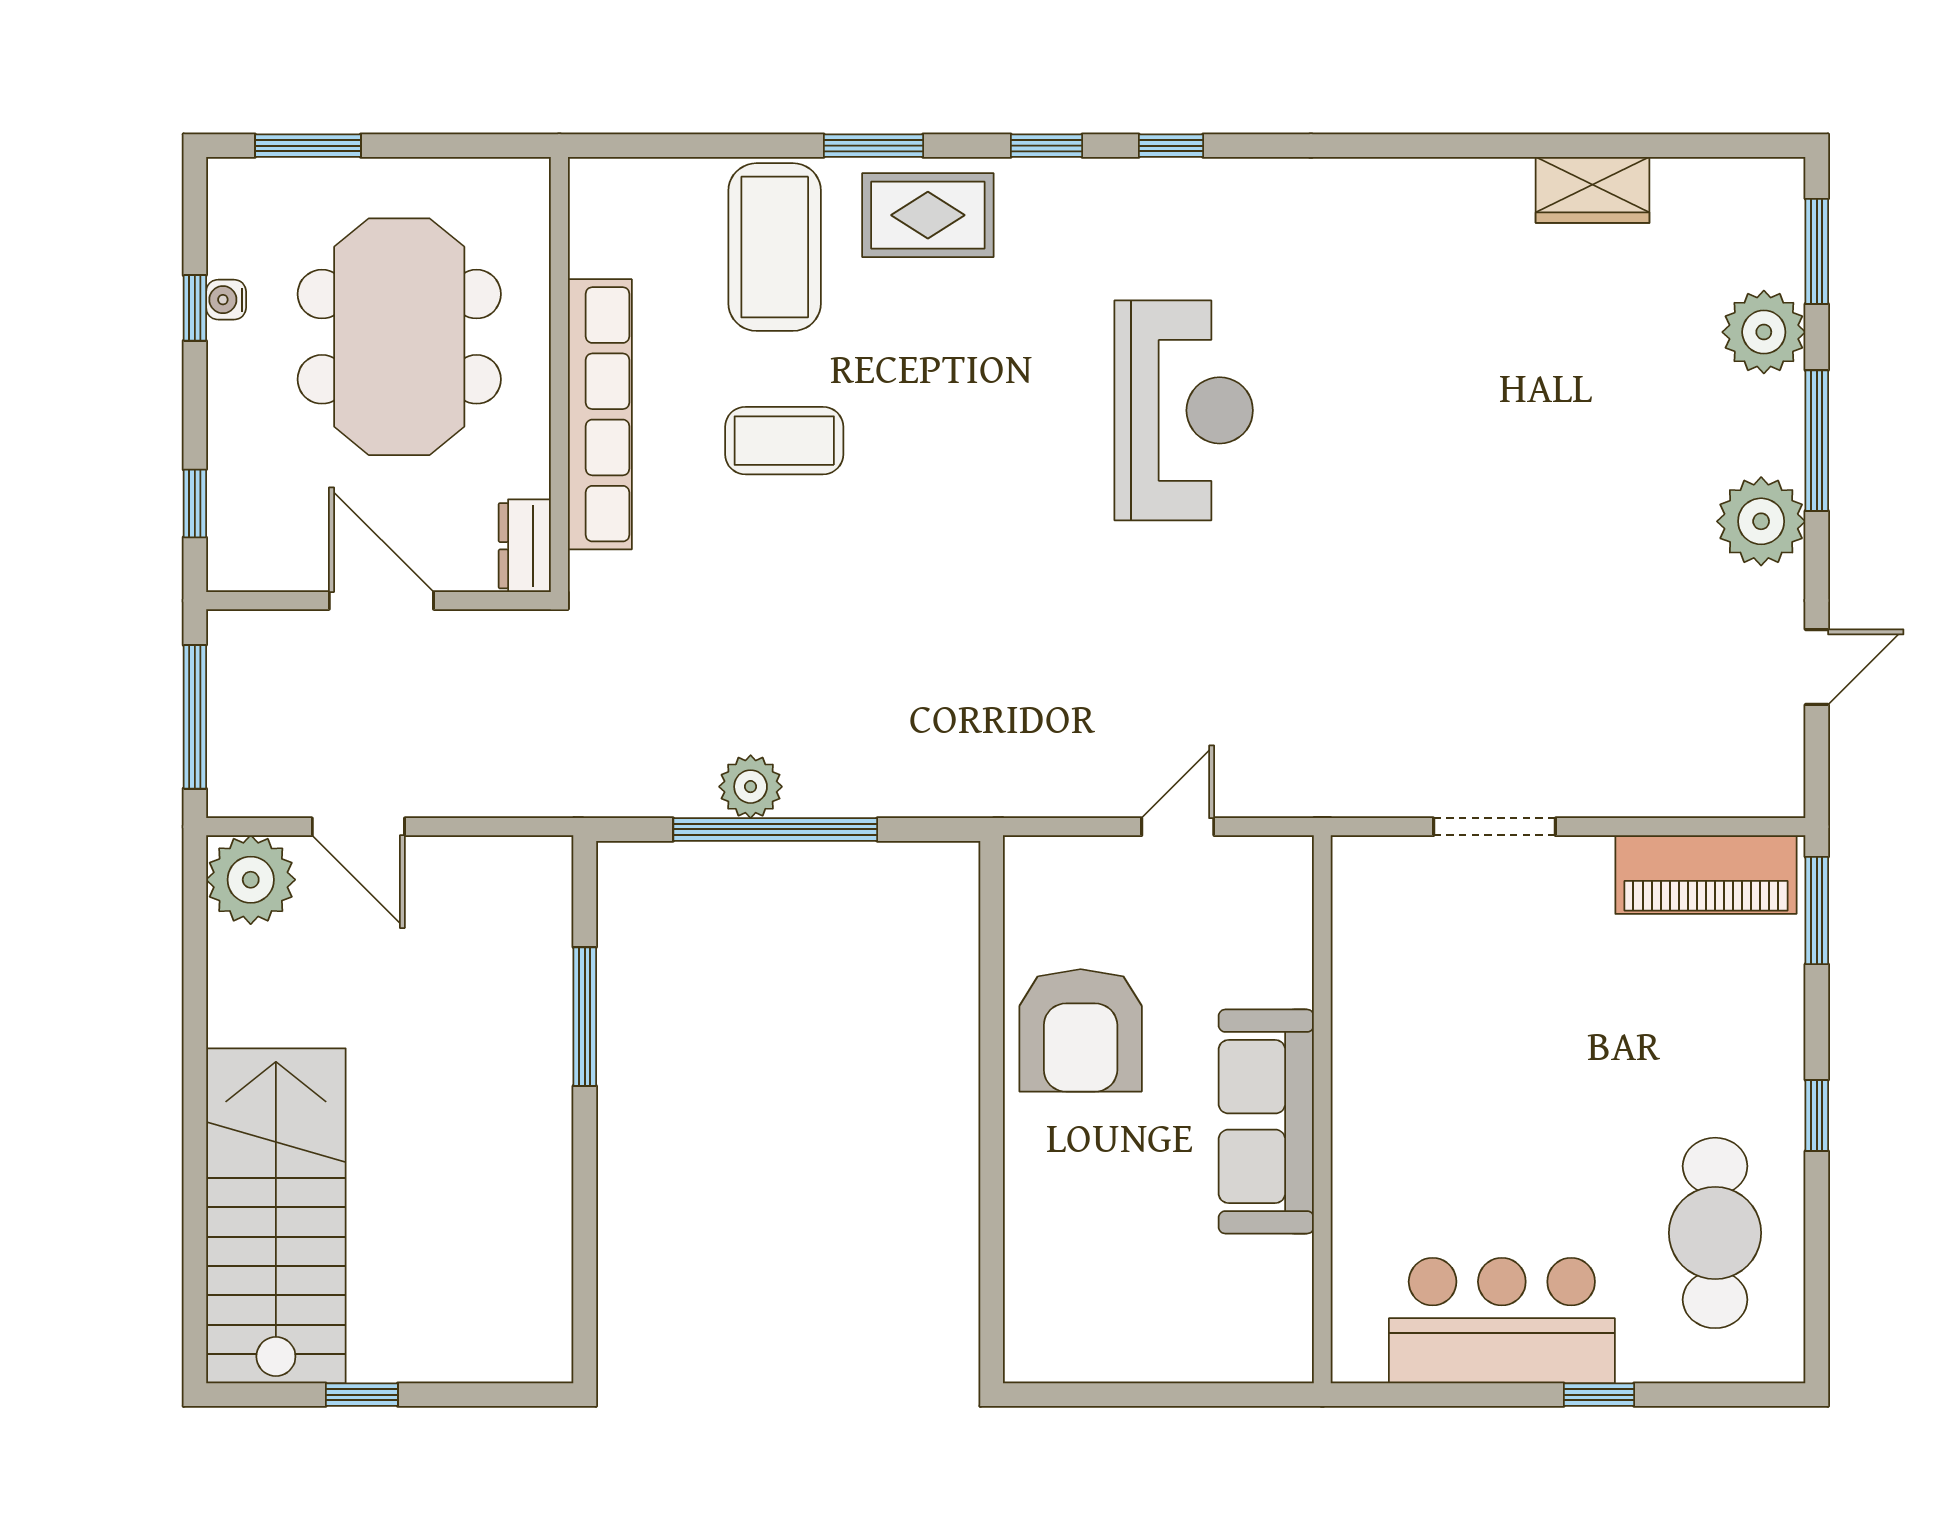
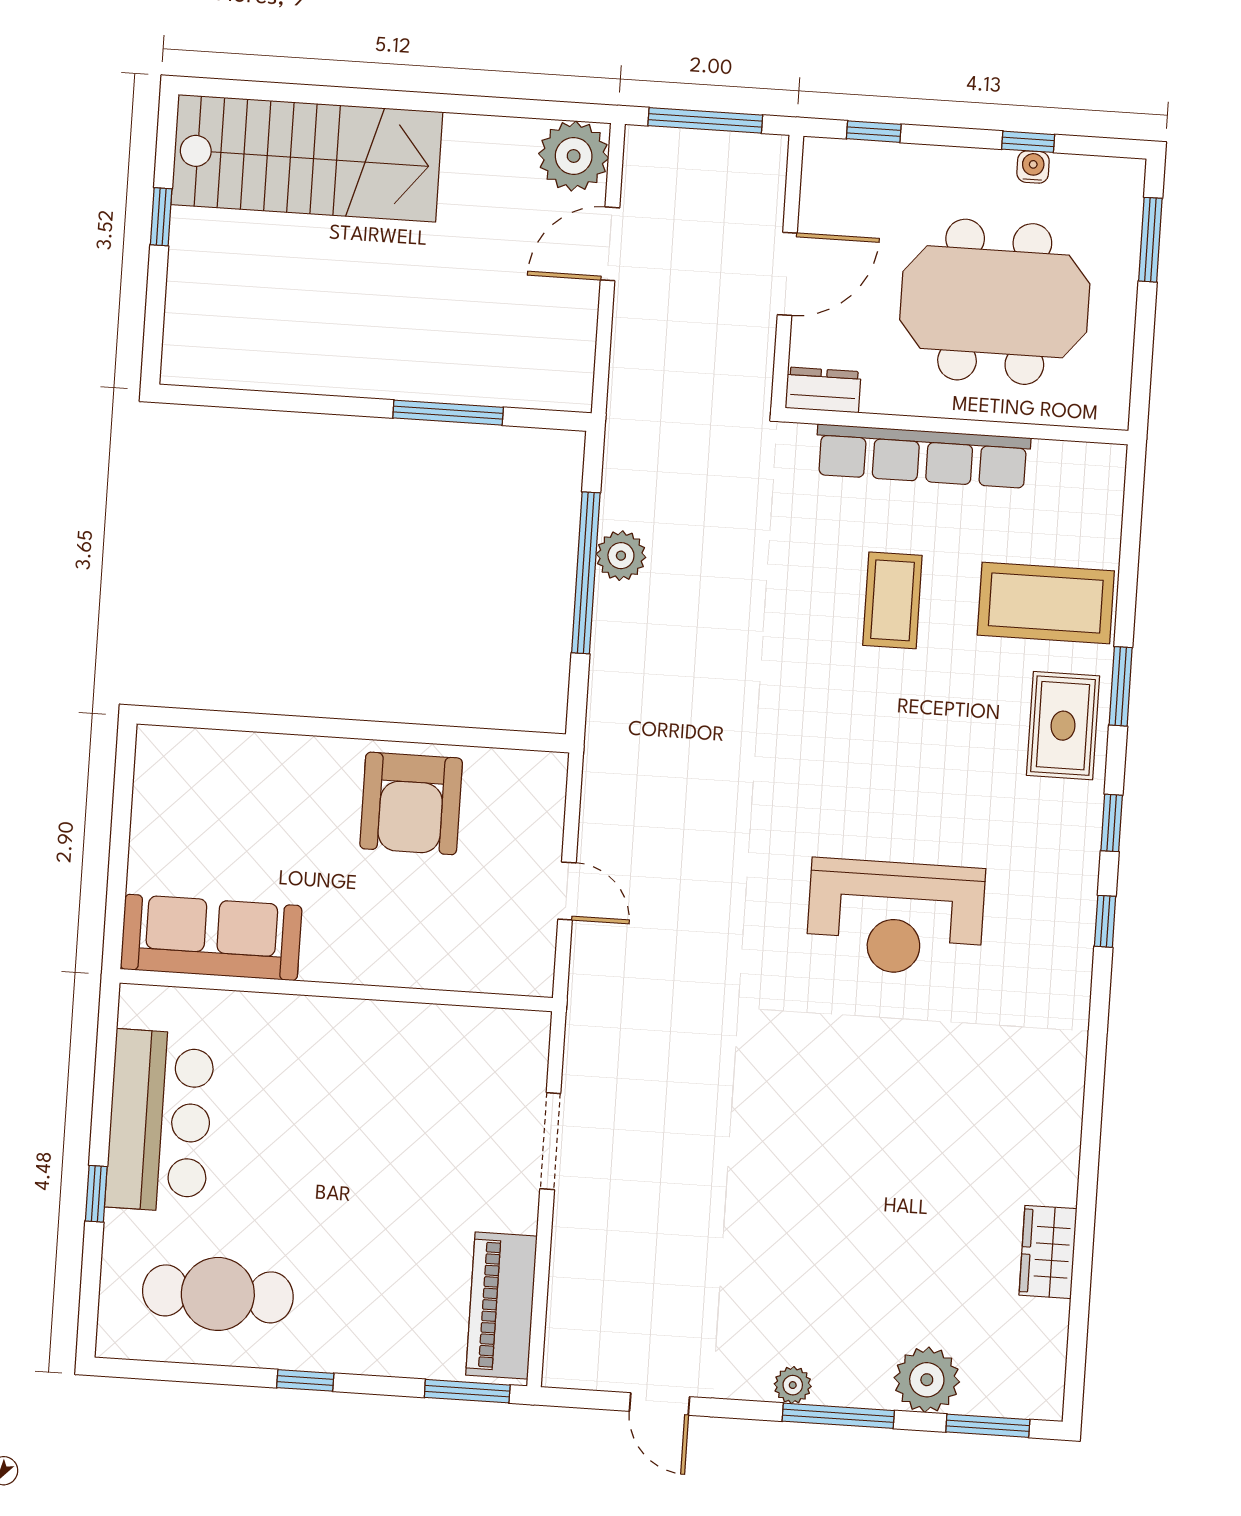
plant: (1761, 521) -> (793, 1385), width x0.53, depth x0.53
armchair: (1081, 1030) -> (411, 803), turned -90
sofa: (1266, 1122) -> (211, 937), moved

